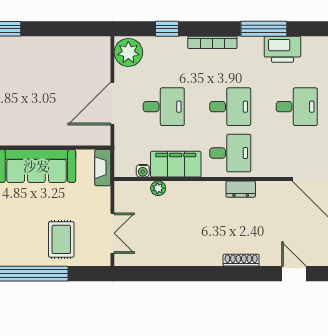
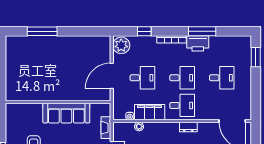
printer: (282, 49) -> (198, 43), moved
fireplace: (103, 168) -> (106, 128), moved

